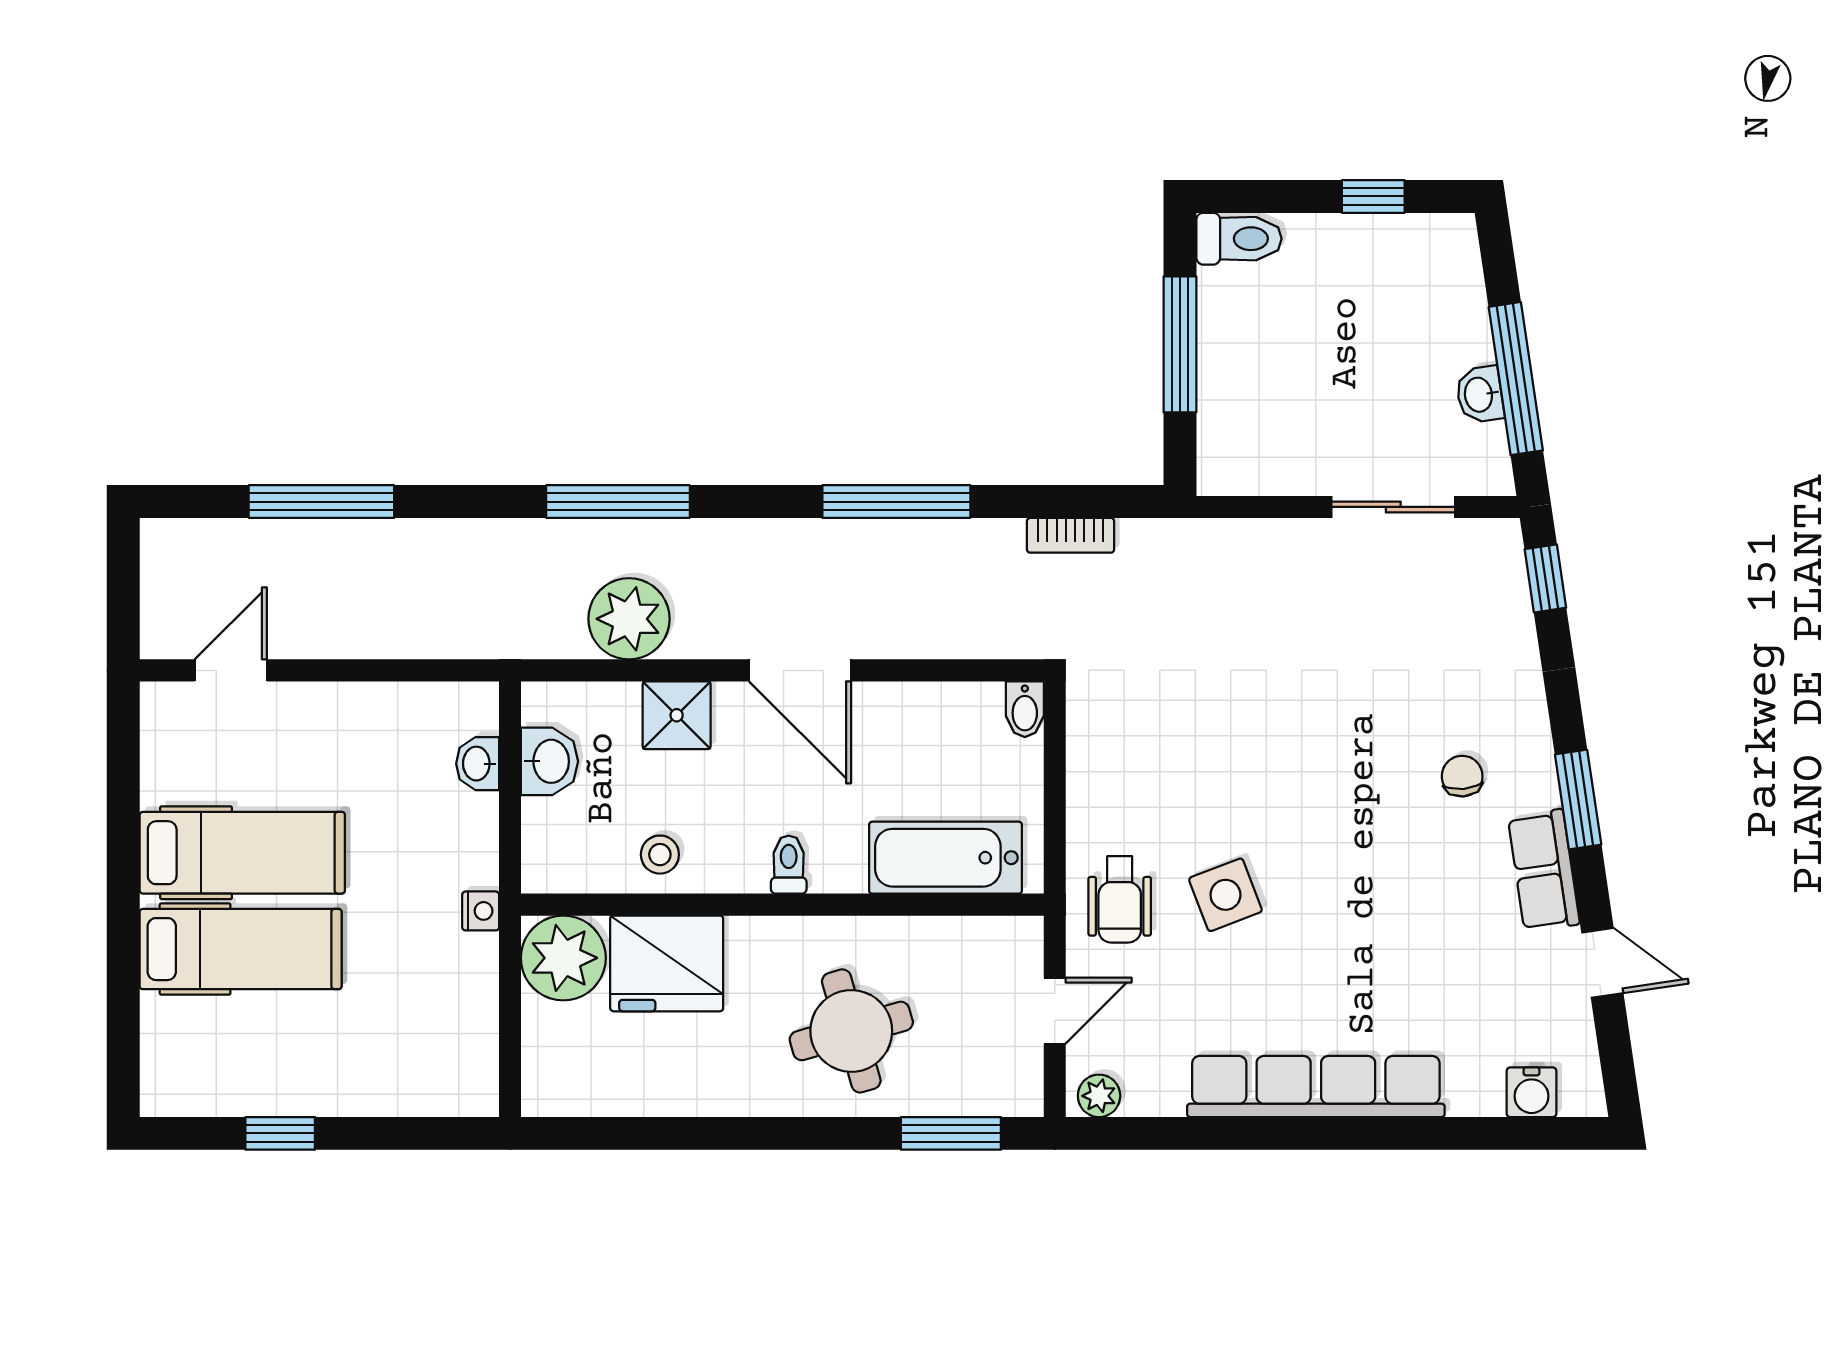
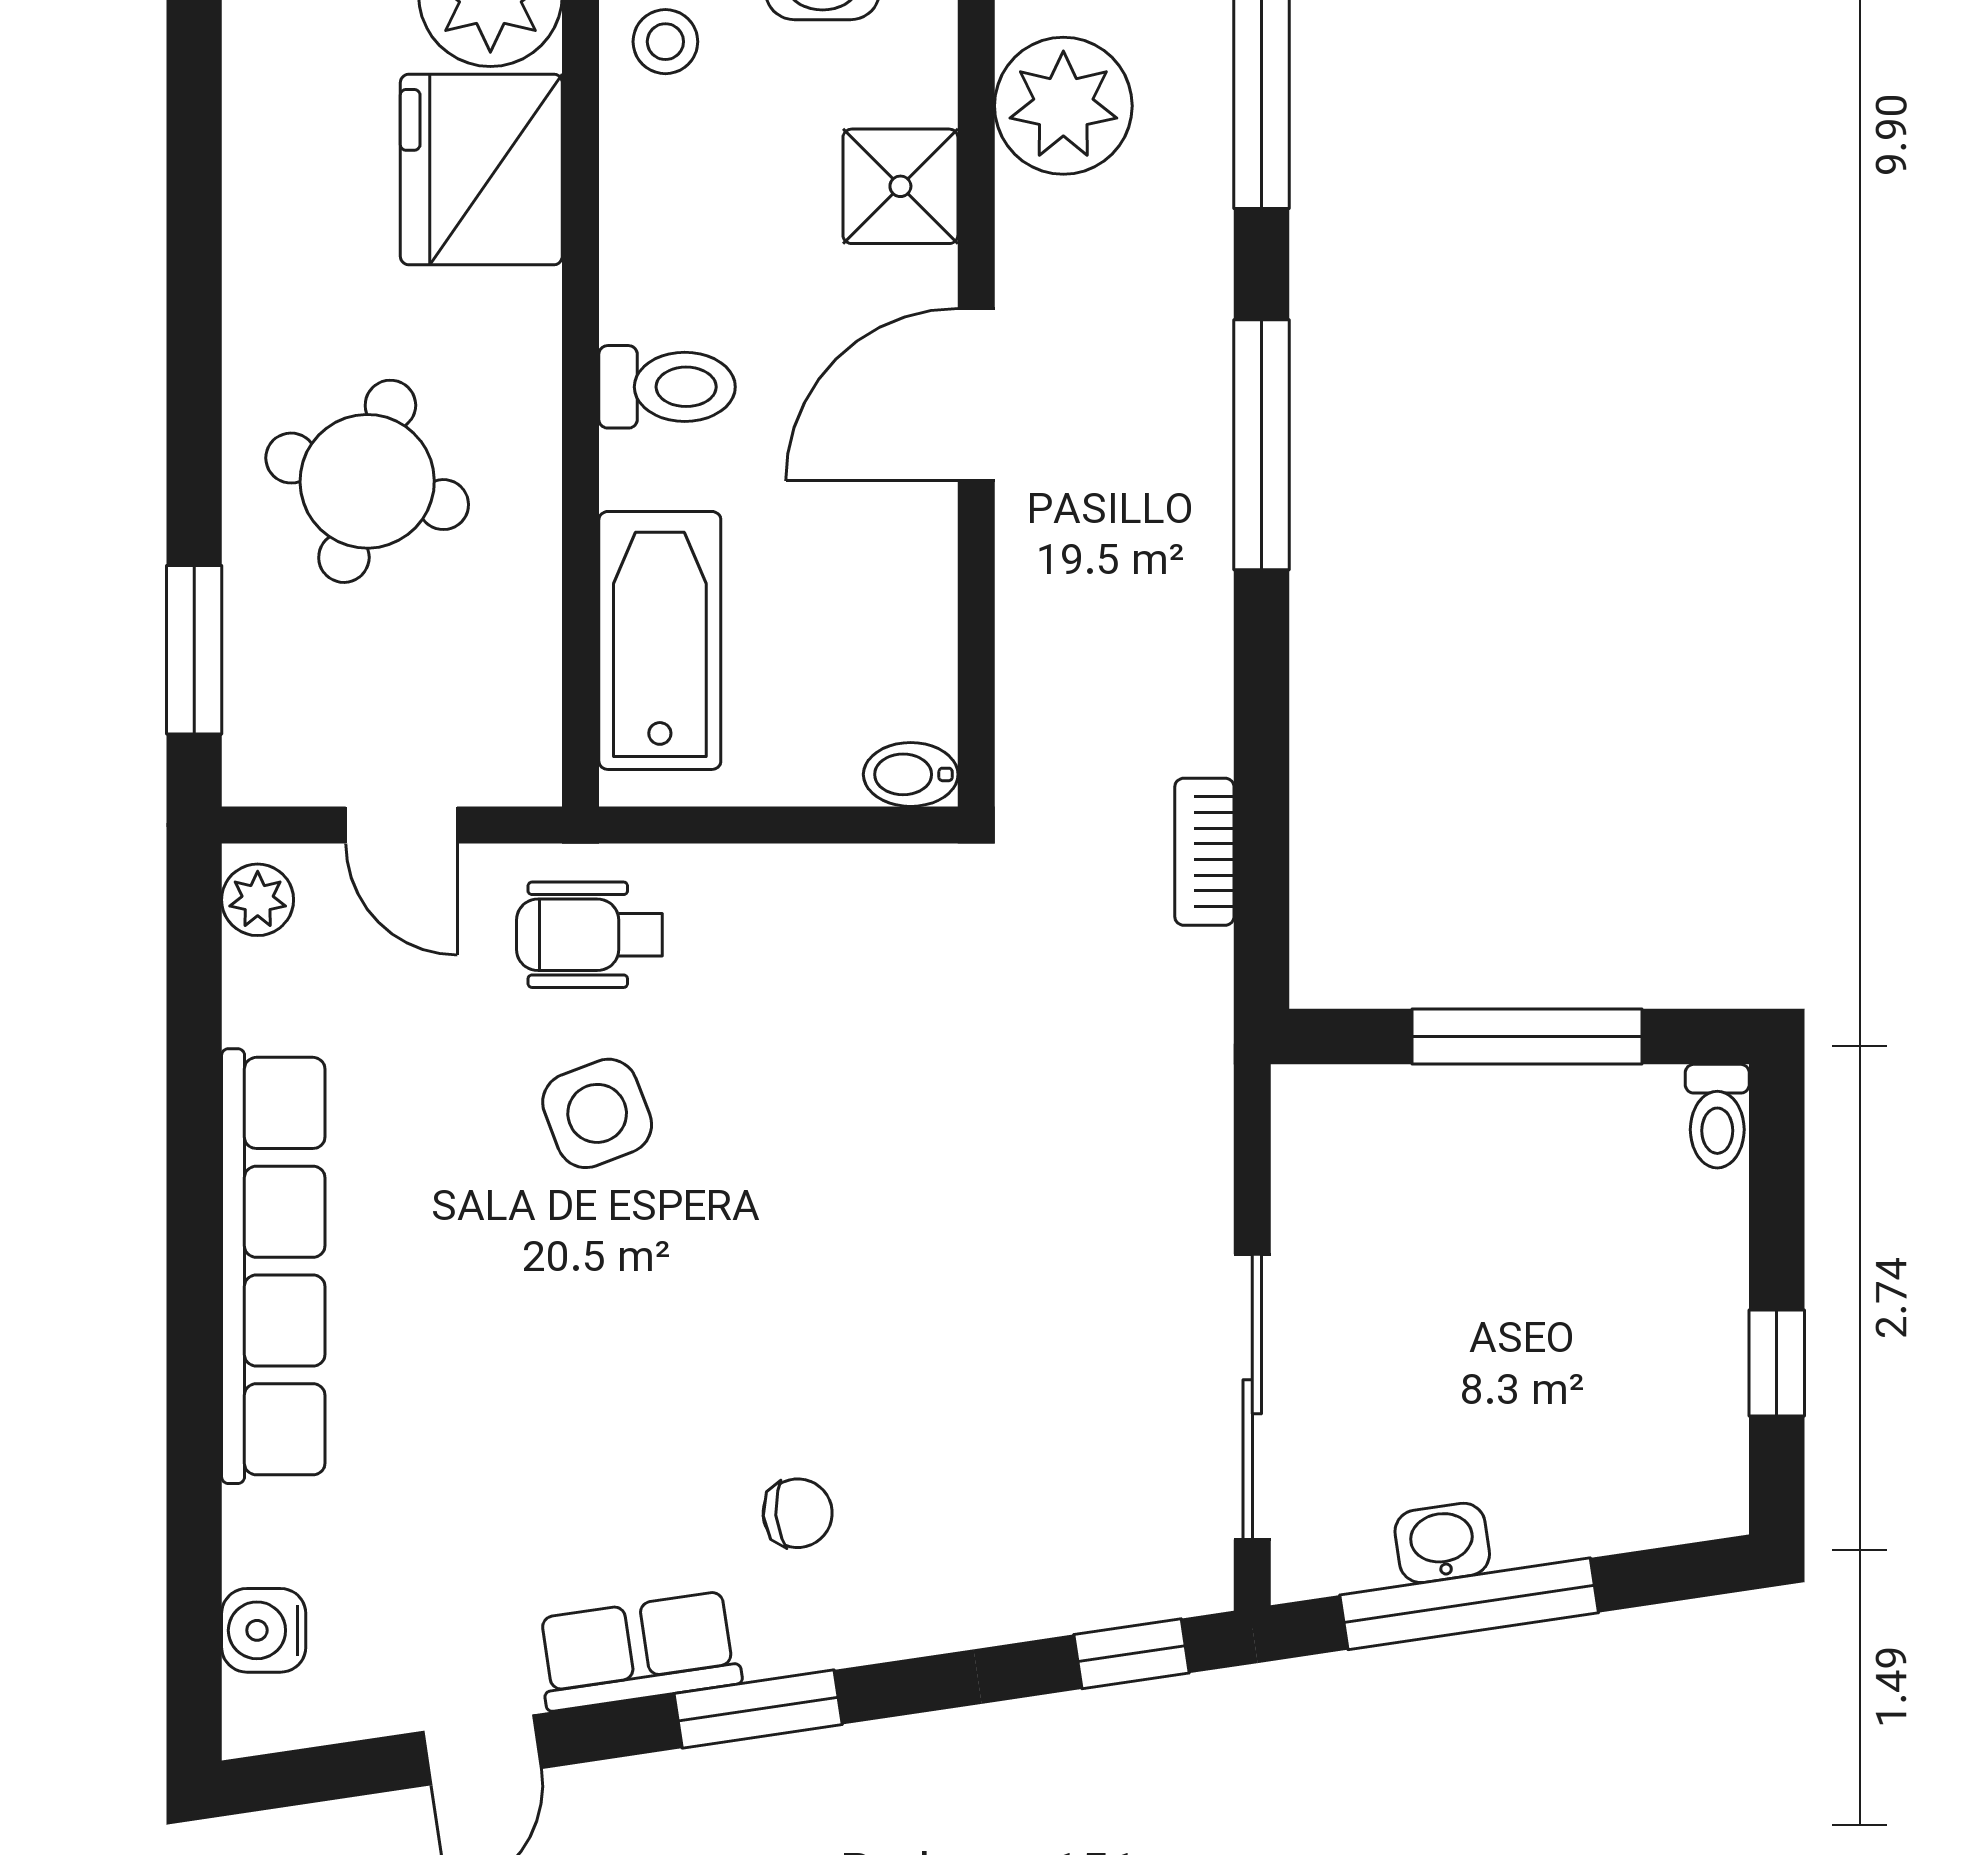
toilet: (1239, 239) -> (1717, 1116), width x0.73, depth x0.72
window: (896, 502) -> (1261, 445), moved
sliding door: (1393, 507) -> (1252, 1397), width x1.37
stool: (660, 855) -> (665, 42), moved
toilet: (789, 865) -> (667, 387), width x1.37, depth x1.39
round table: (851, 1031) -> (367, 481), turned 33

